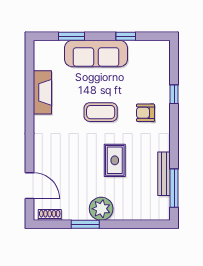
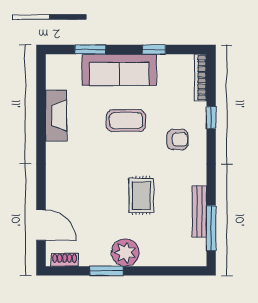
bookcase: (165, 60) -> (200, 78), added
coffee table: (101, 112) -> (126, 121), moved
armchair: (145, 113) -> (177, 140), turned 180

